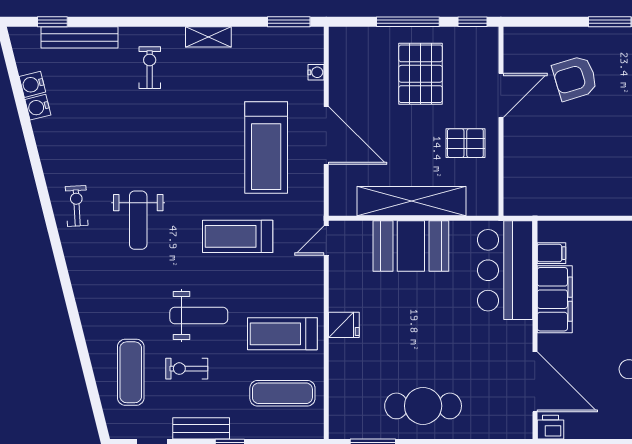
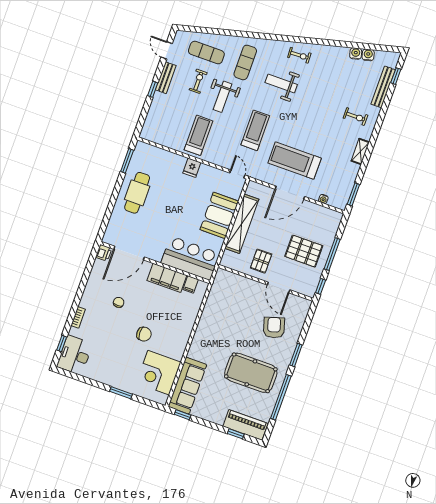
exercise mat: (282, 393) -> (245, 62), moved

